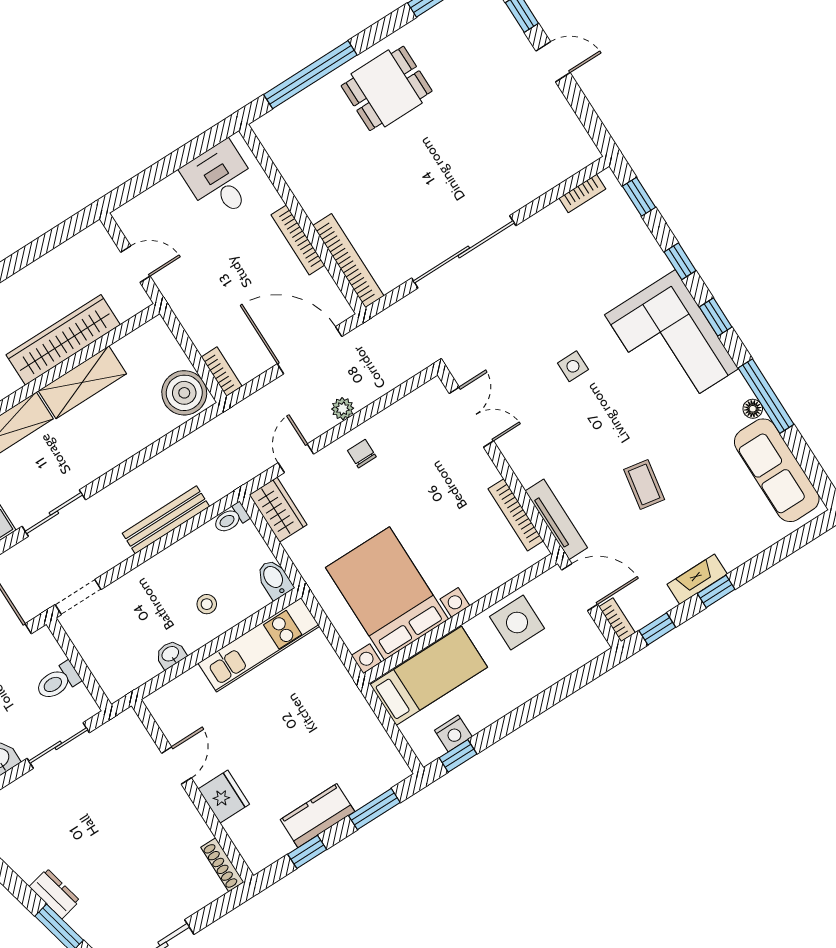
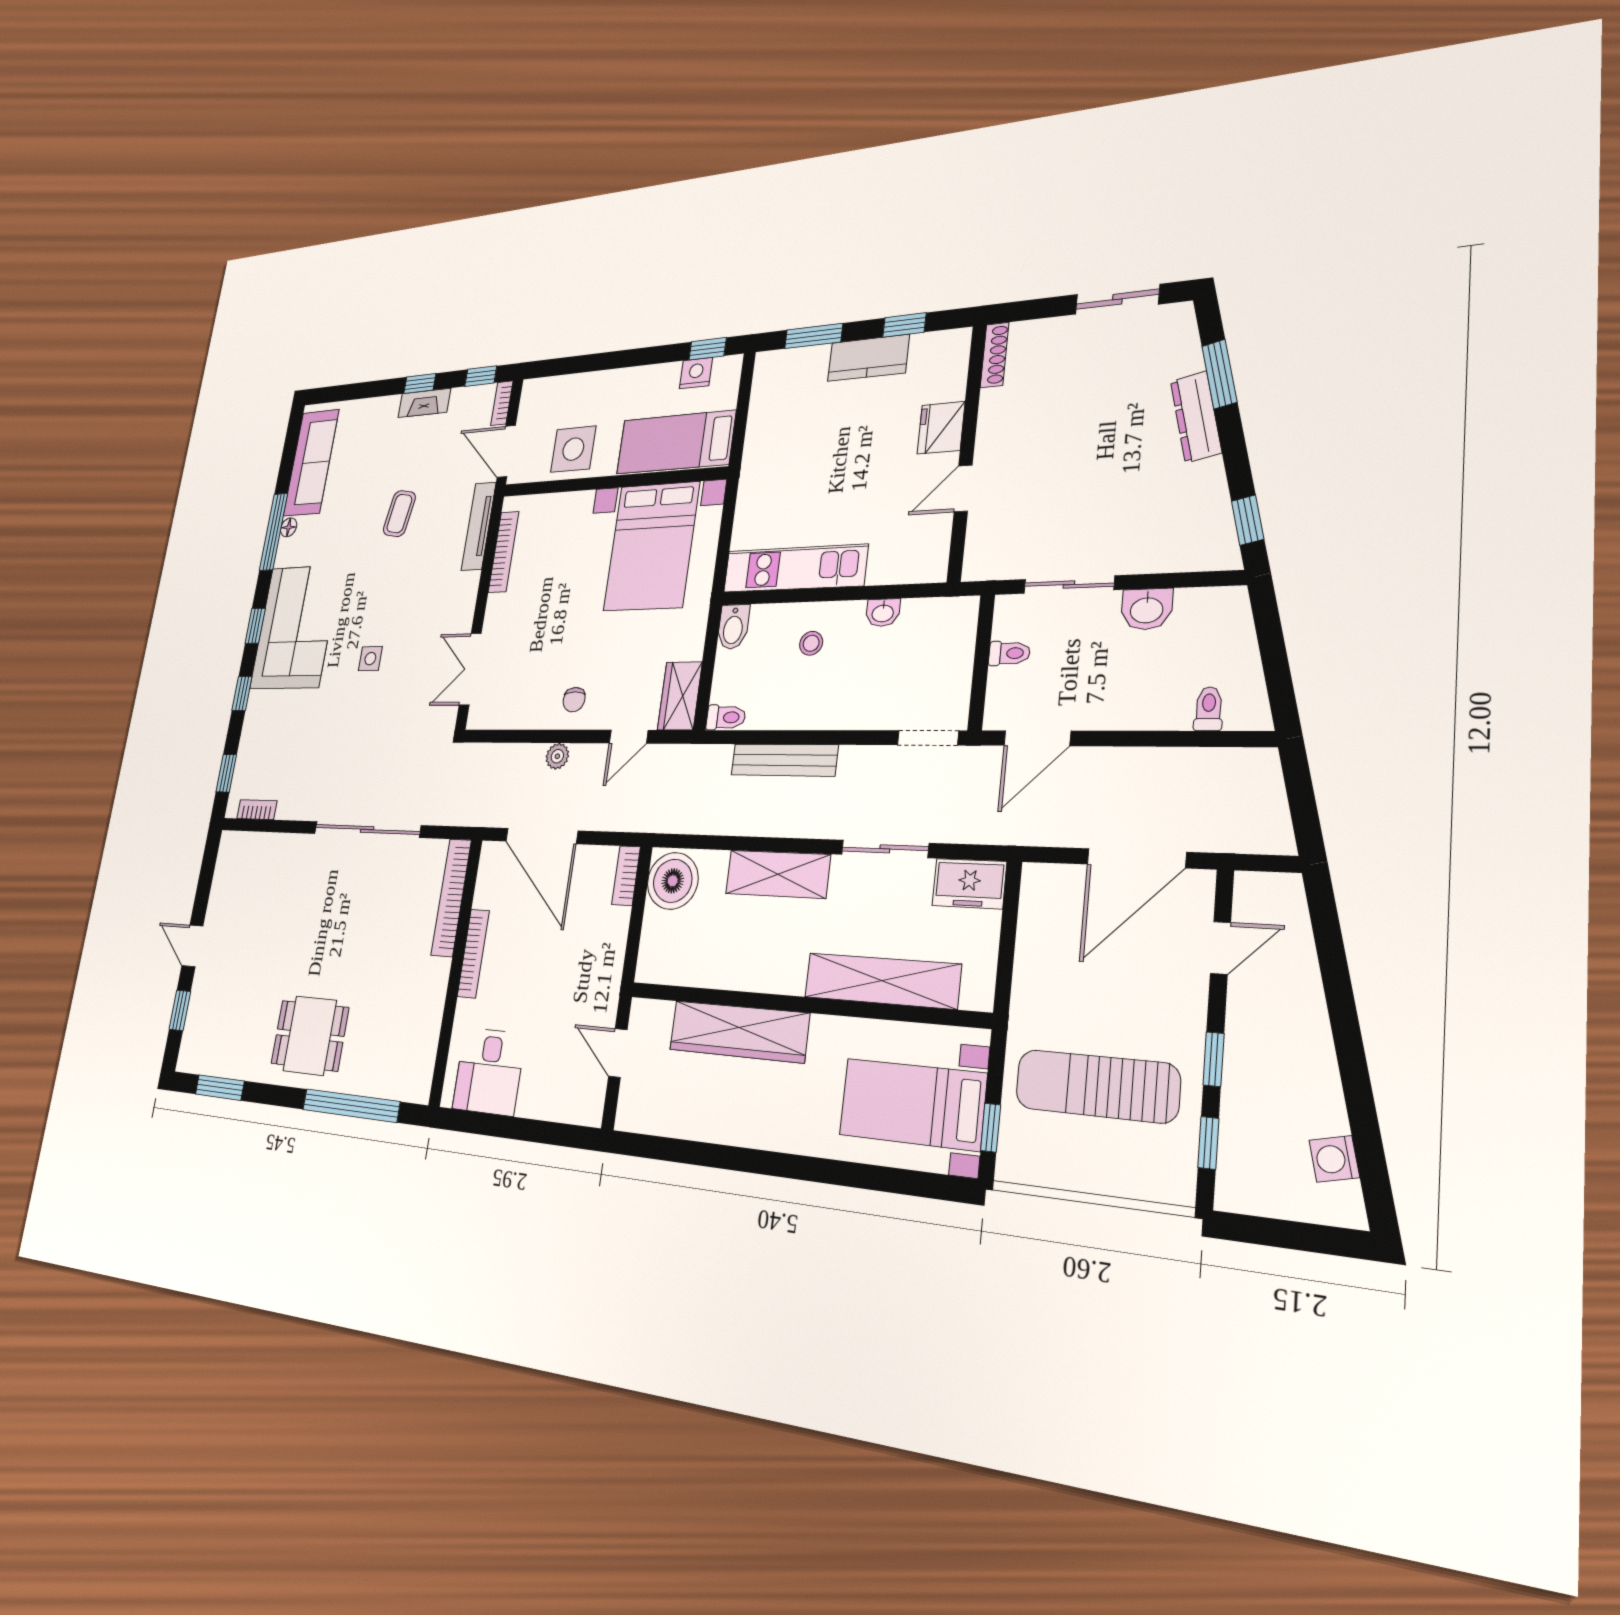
shelving: (82, 382) -> (778, 874), moved
toilet: (58, 681) -> (1009, 653), width x0.73, depth x0.72
dresser: (54, 894) -> (1196, 417), width x1.44

